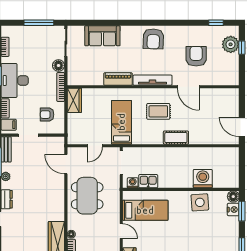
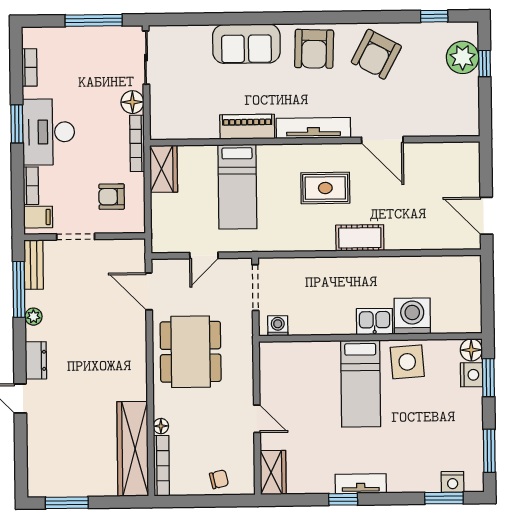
sofa: (102, 36) -> (246, 44), moved
armchair: (196, 56) -> (376, 54), moved, turned -152
bed: (121, 122) -> (237, 187), moved, turned 180
kitchen sink: (148, 181) -> (375, 322), moved
bed: (145, 210) -> (361, 384), moved, turned 90

